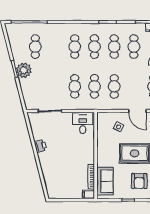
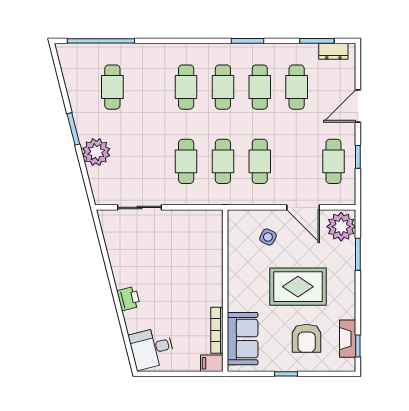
plant: (24, 70) -> (96, 152), moved
desk: (83, 123) -> (152, 348), moved, turned -104
printer: (40, 146) -> (128, 299), moved

